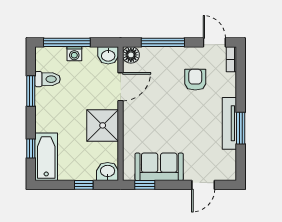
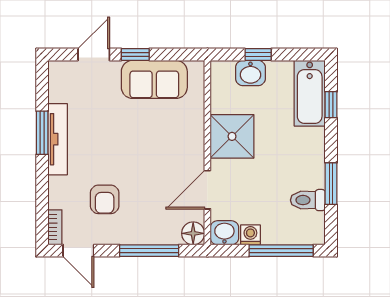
washing machine: (74, 54) -> (250, 235), moved
washbasin: (108, 171) -> (250, 73), moved
window: (145, 185) -> (135, 55), moved

